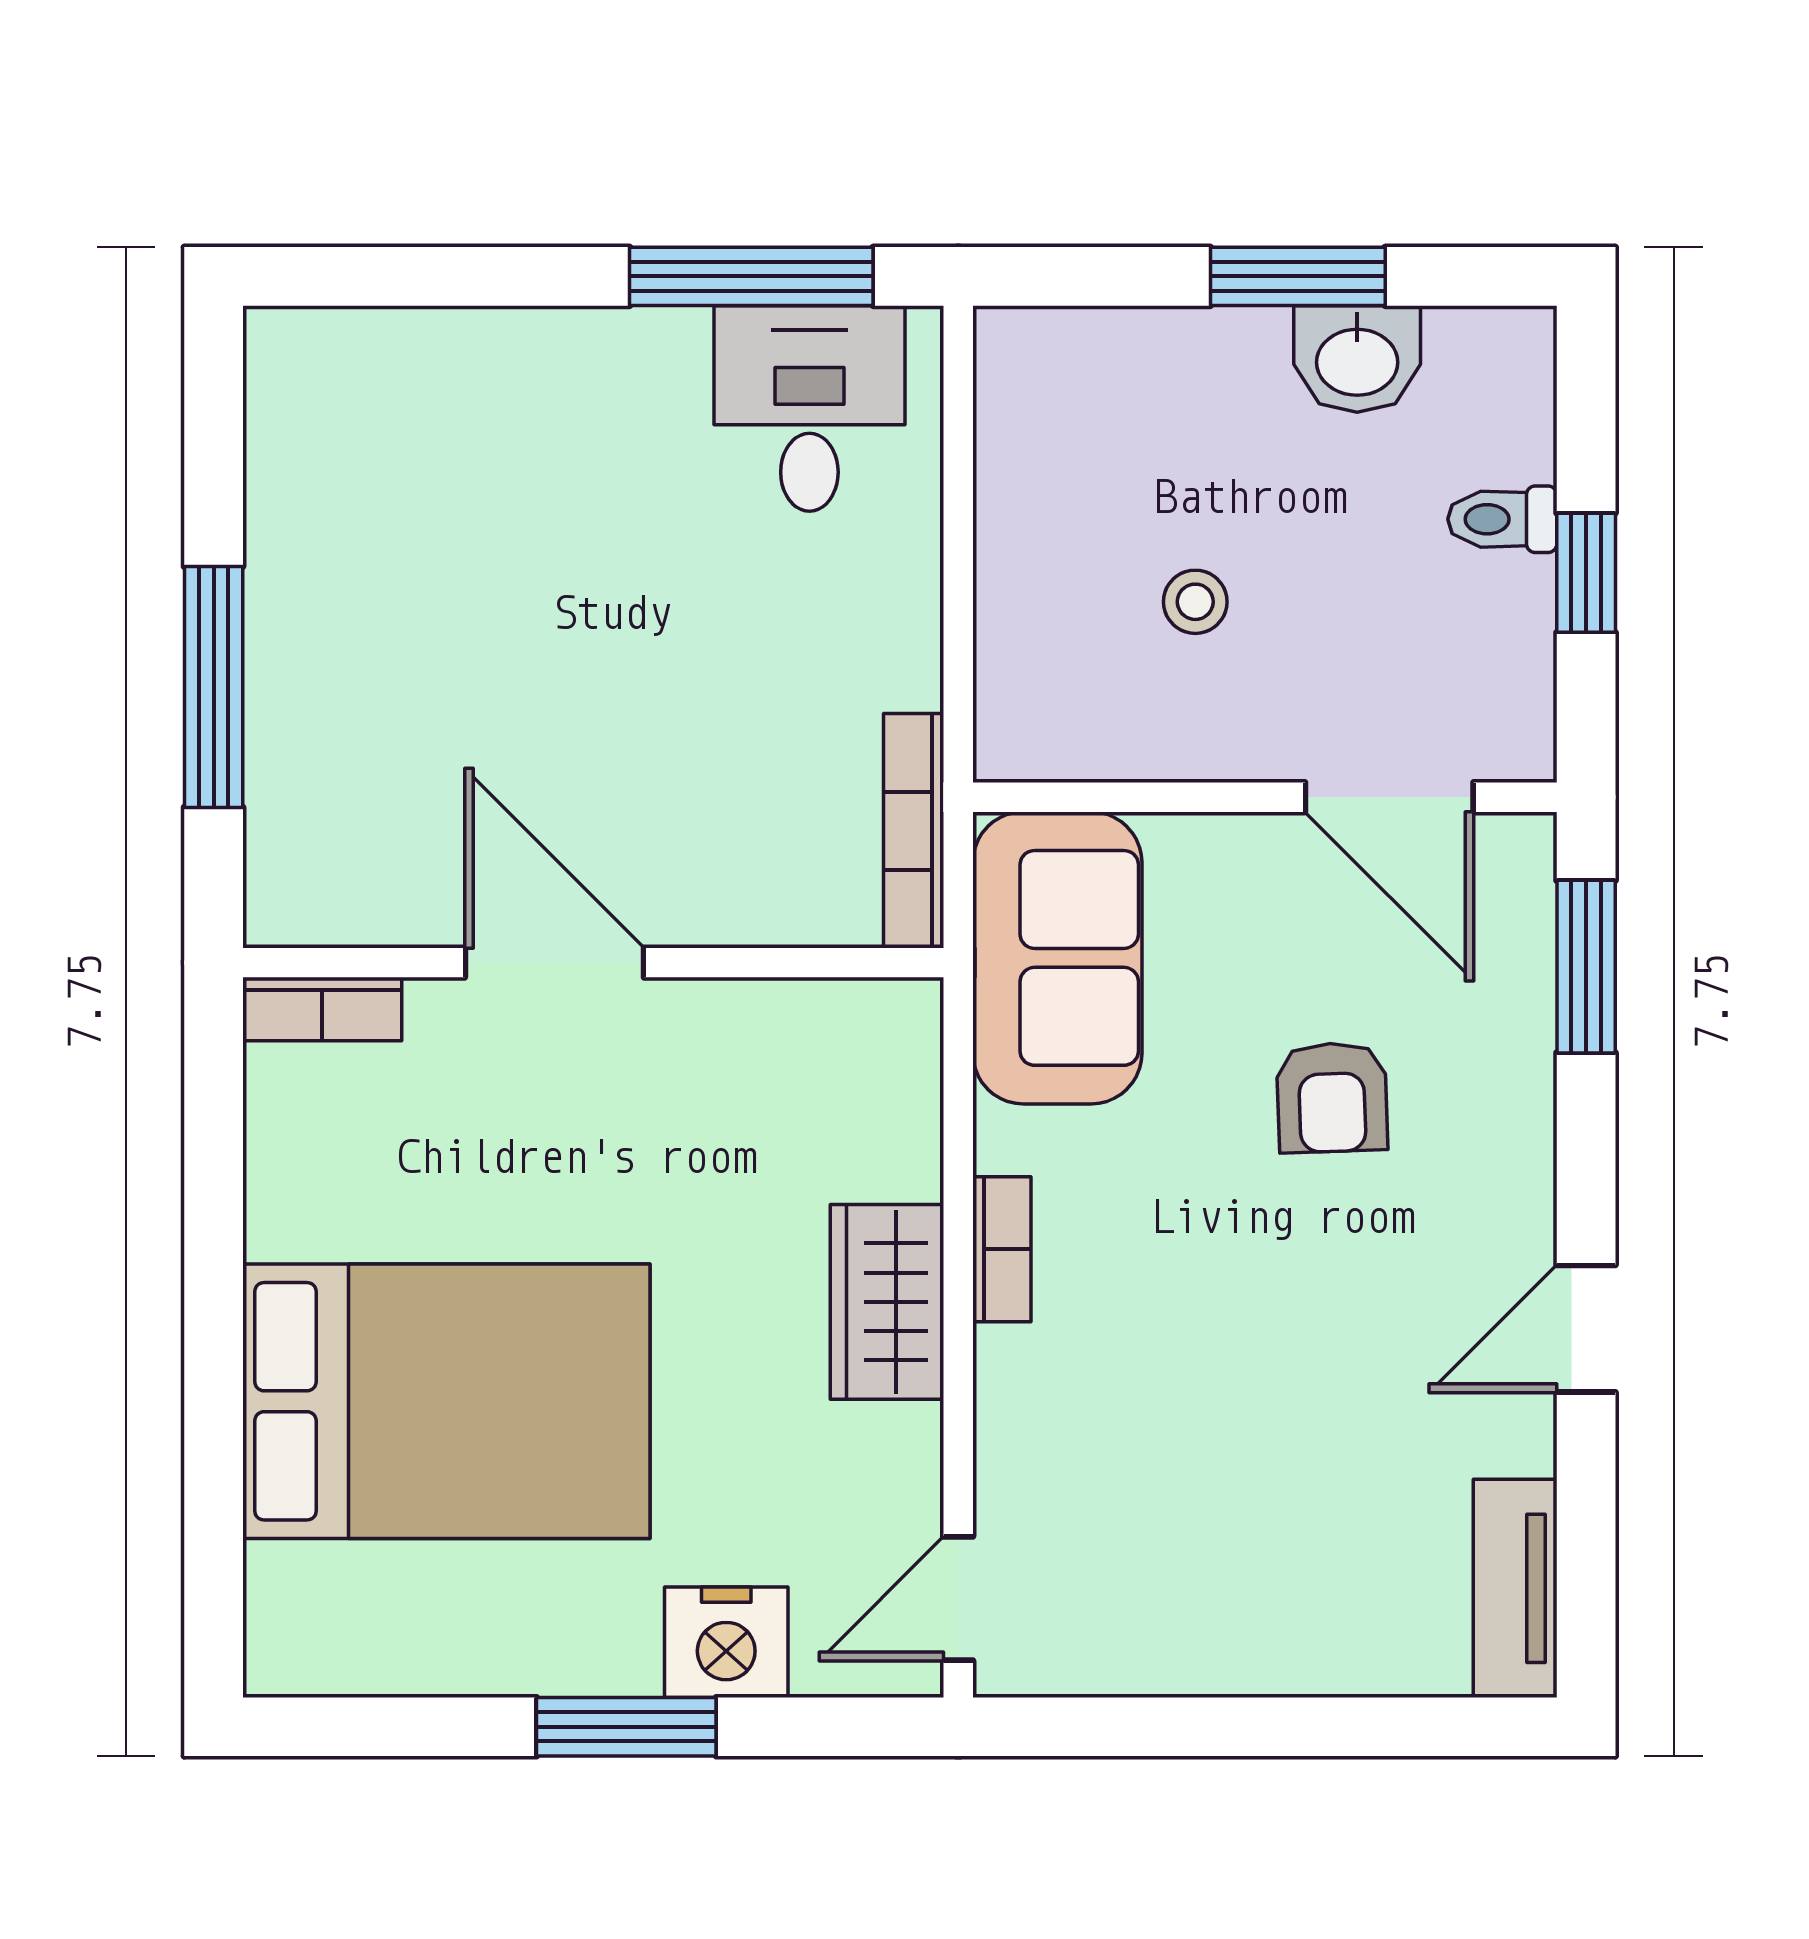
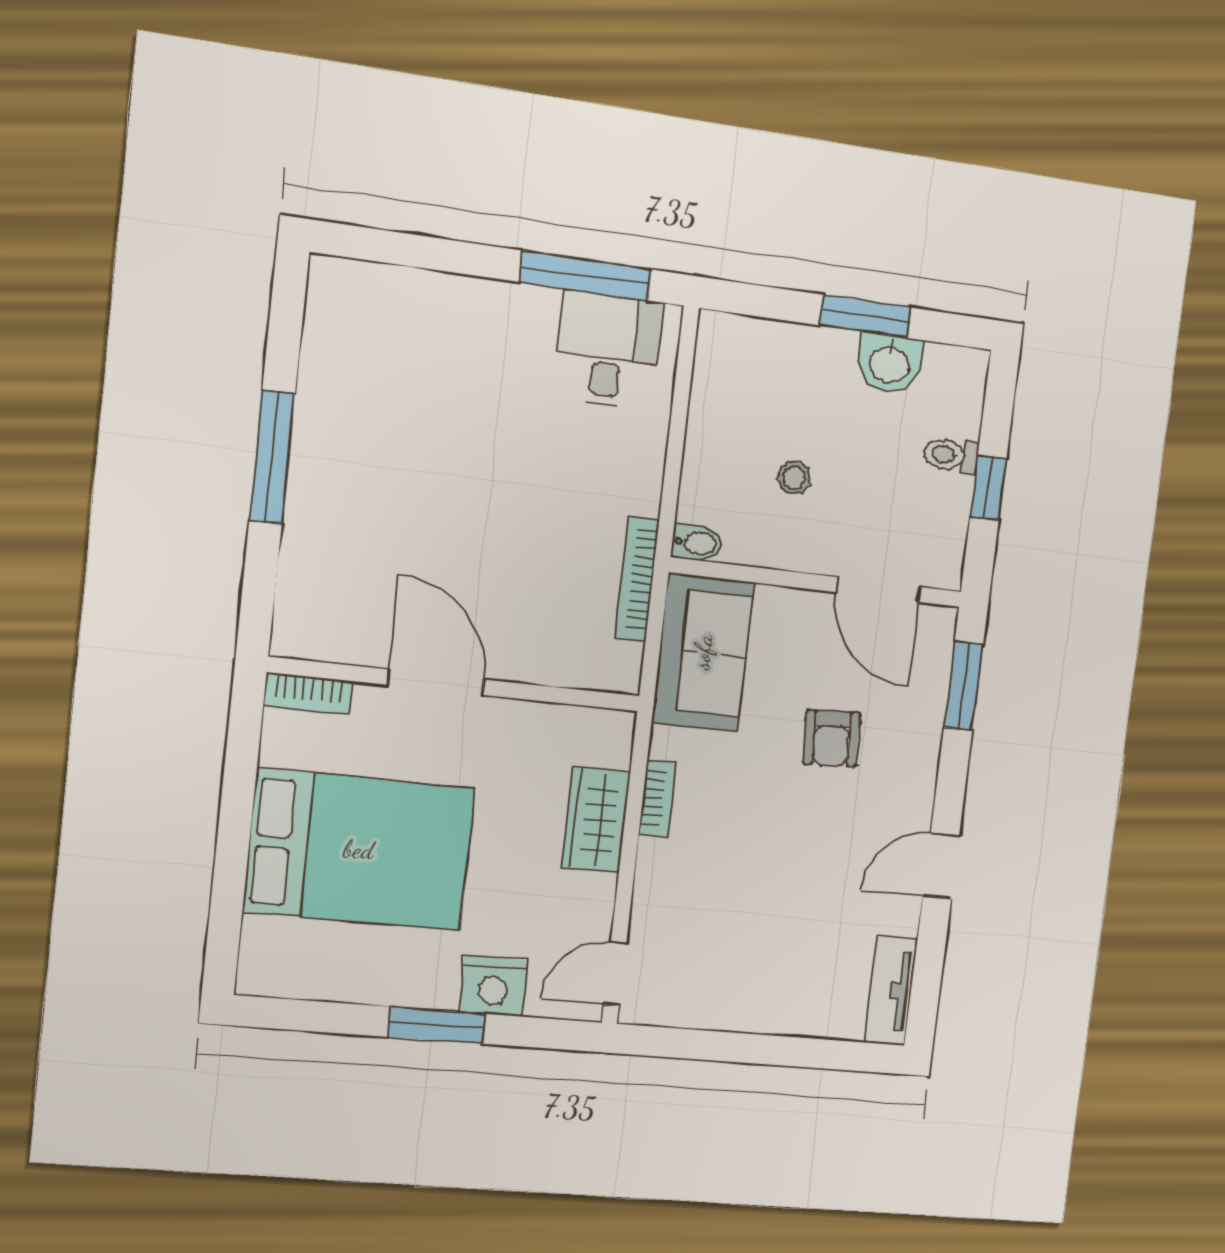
bidet: (1021, 750) -> (697, 543), added
door: (554, 963) -> (435, 682), moved
wall: (593, 963) -> (456, 684), moved
bookcase: (322, 1009) -> (308, 693), moved

